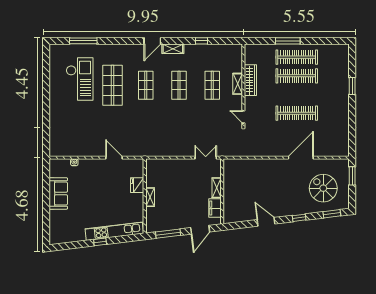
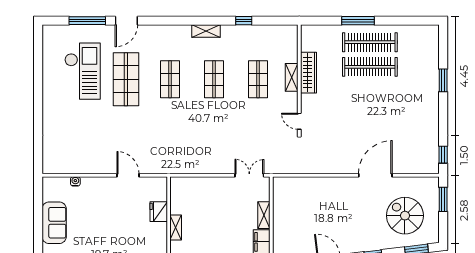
door: (152, 41) -> (126, 21), moved
clothes rail: (297, 113) -> (370, 116), removed
window: (352, 142) -> (443, 155), added

